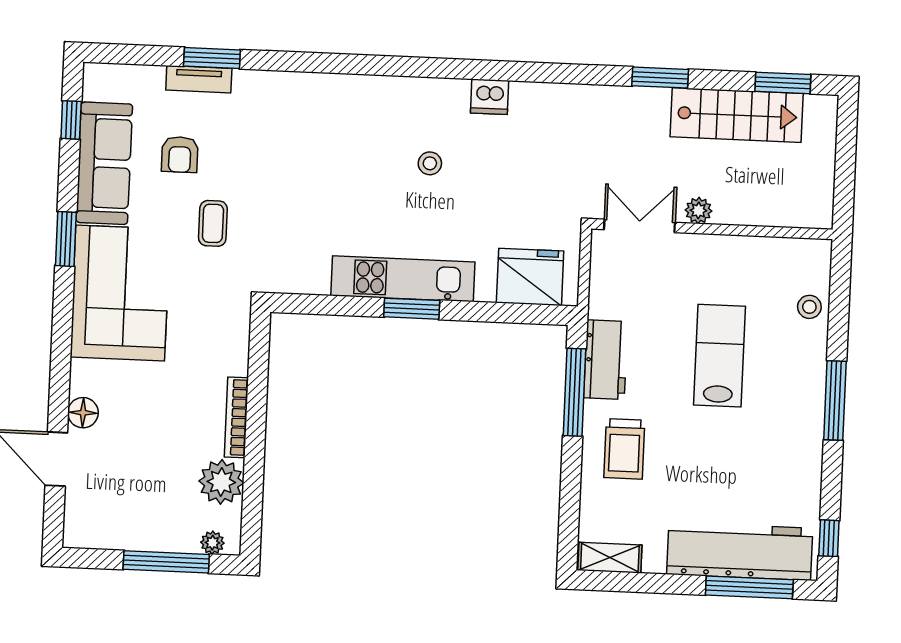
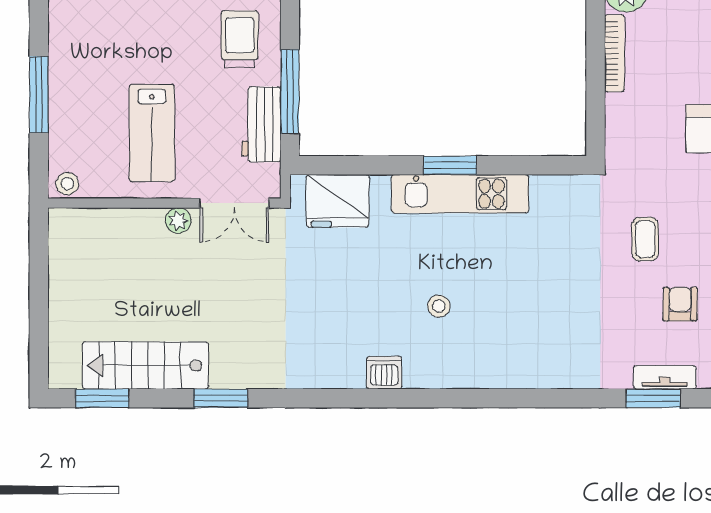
plant: (698, 210) -> (178, 220), moved
double door: (639, 226) -> (234, 203), moved
wall: (712, 229) -> (164, 203), moved

